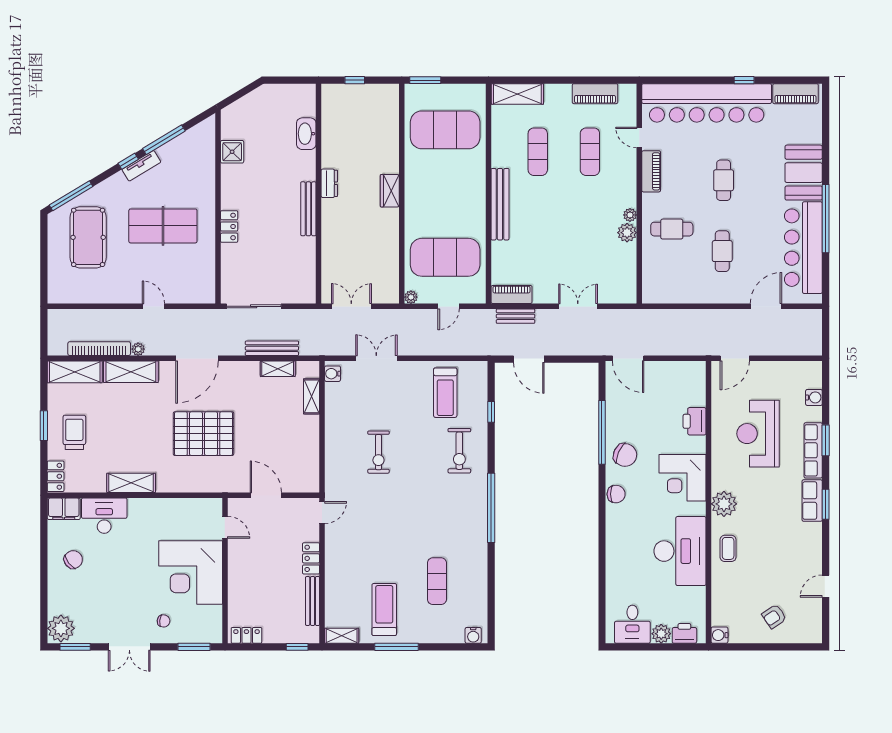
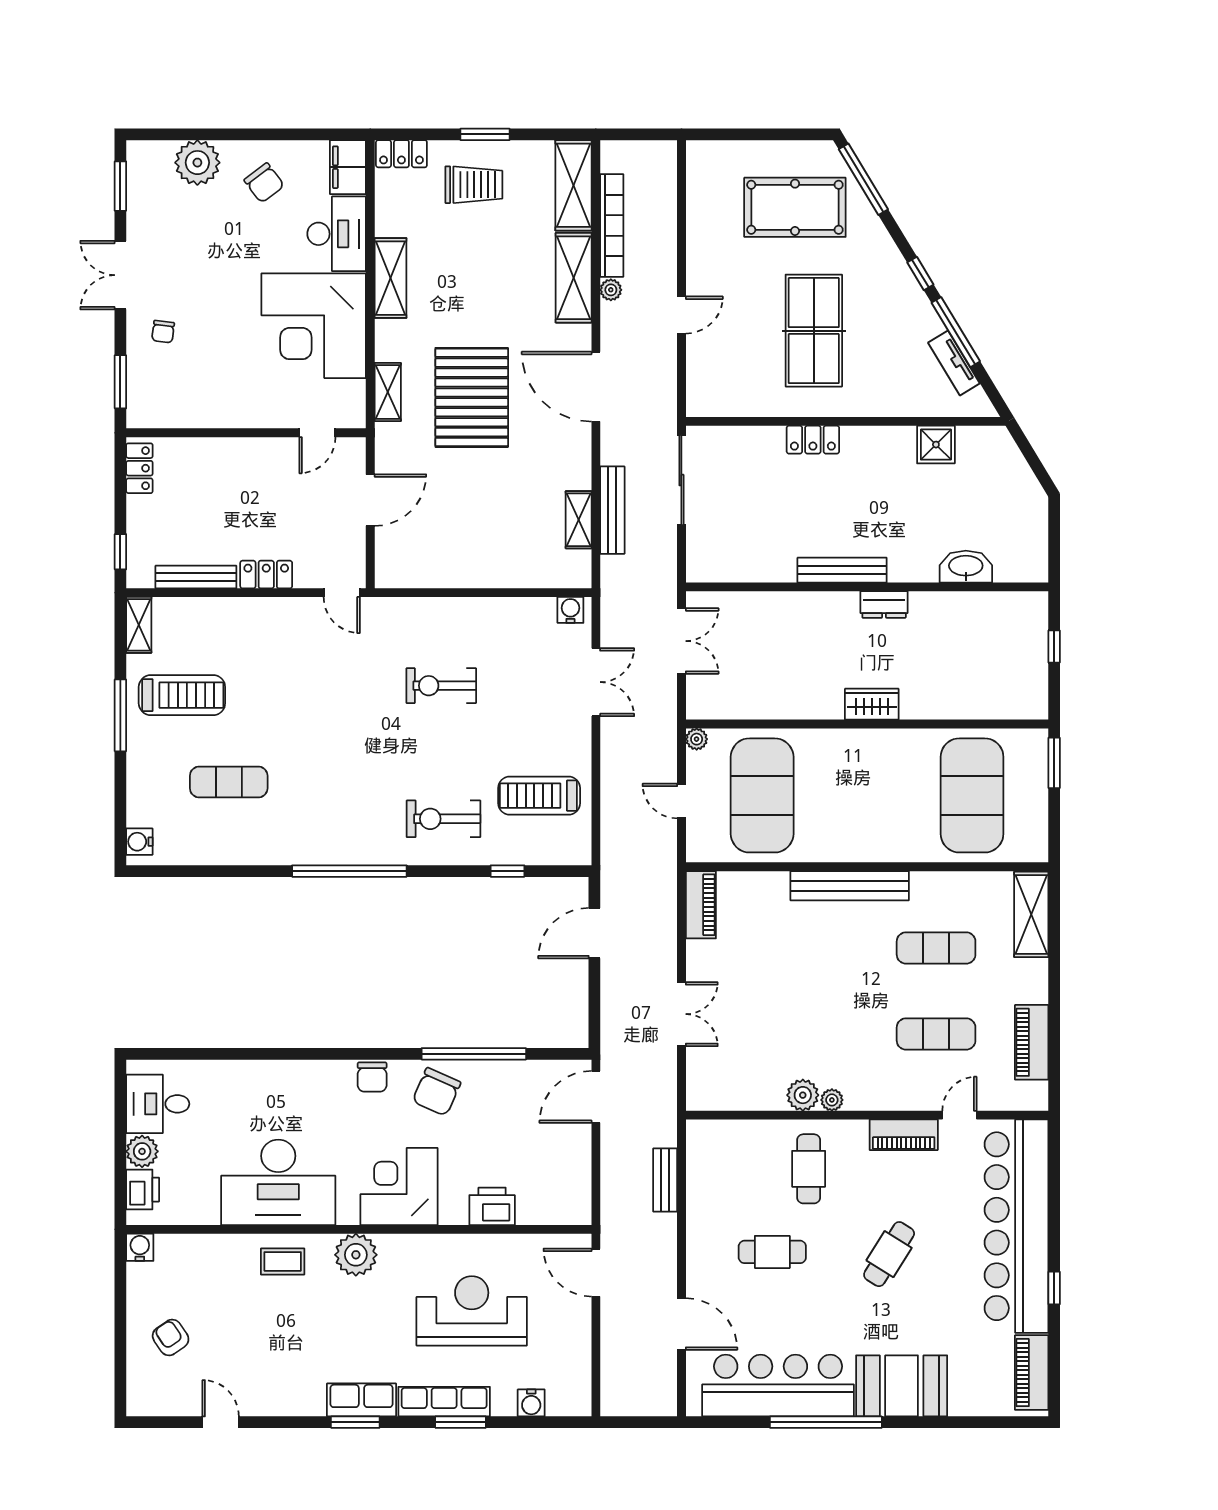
tv unit: (141, 166) -> (954, 363), moved
cafe table: (724, 180) -> (889, 1254), turned -58
bench: (516, 316) -> (665, 1180), moved
shelving: (311, 396) -> (388, 392), moved, turned 90
corner desk: (191, 572) -> (314, 326), moved, turned -90
plant: (61, 628) -> (197, 163), moved

